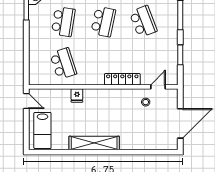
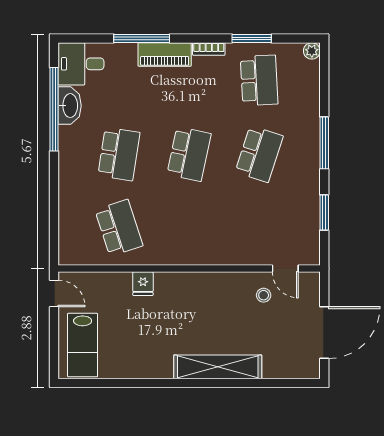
school desk: (143, 22) -> (259, 154), turned 39
locker: (122, 79) -> (223, 255), removed
door: (158, 87) -> (285, 269), swing flipped
shelving: (94, 143) -> (218, 367), moved

